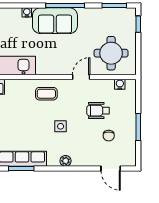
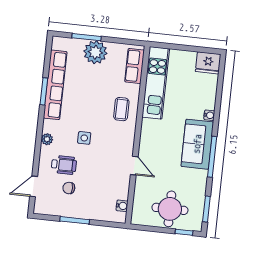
round table: (111, 53) -> (170, 209), moved
coffee table: (46, 94) -> (121, 109), moved
wheelchair: (98, 111) -> (64, 165), moved, turned 90

